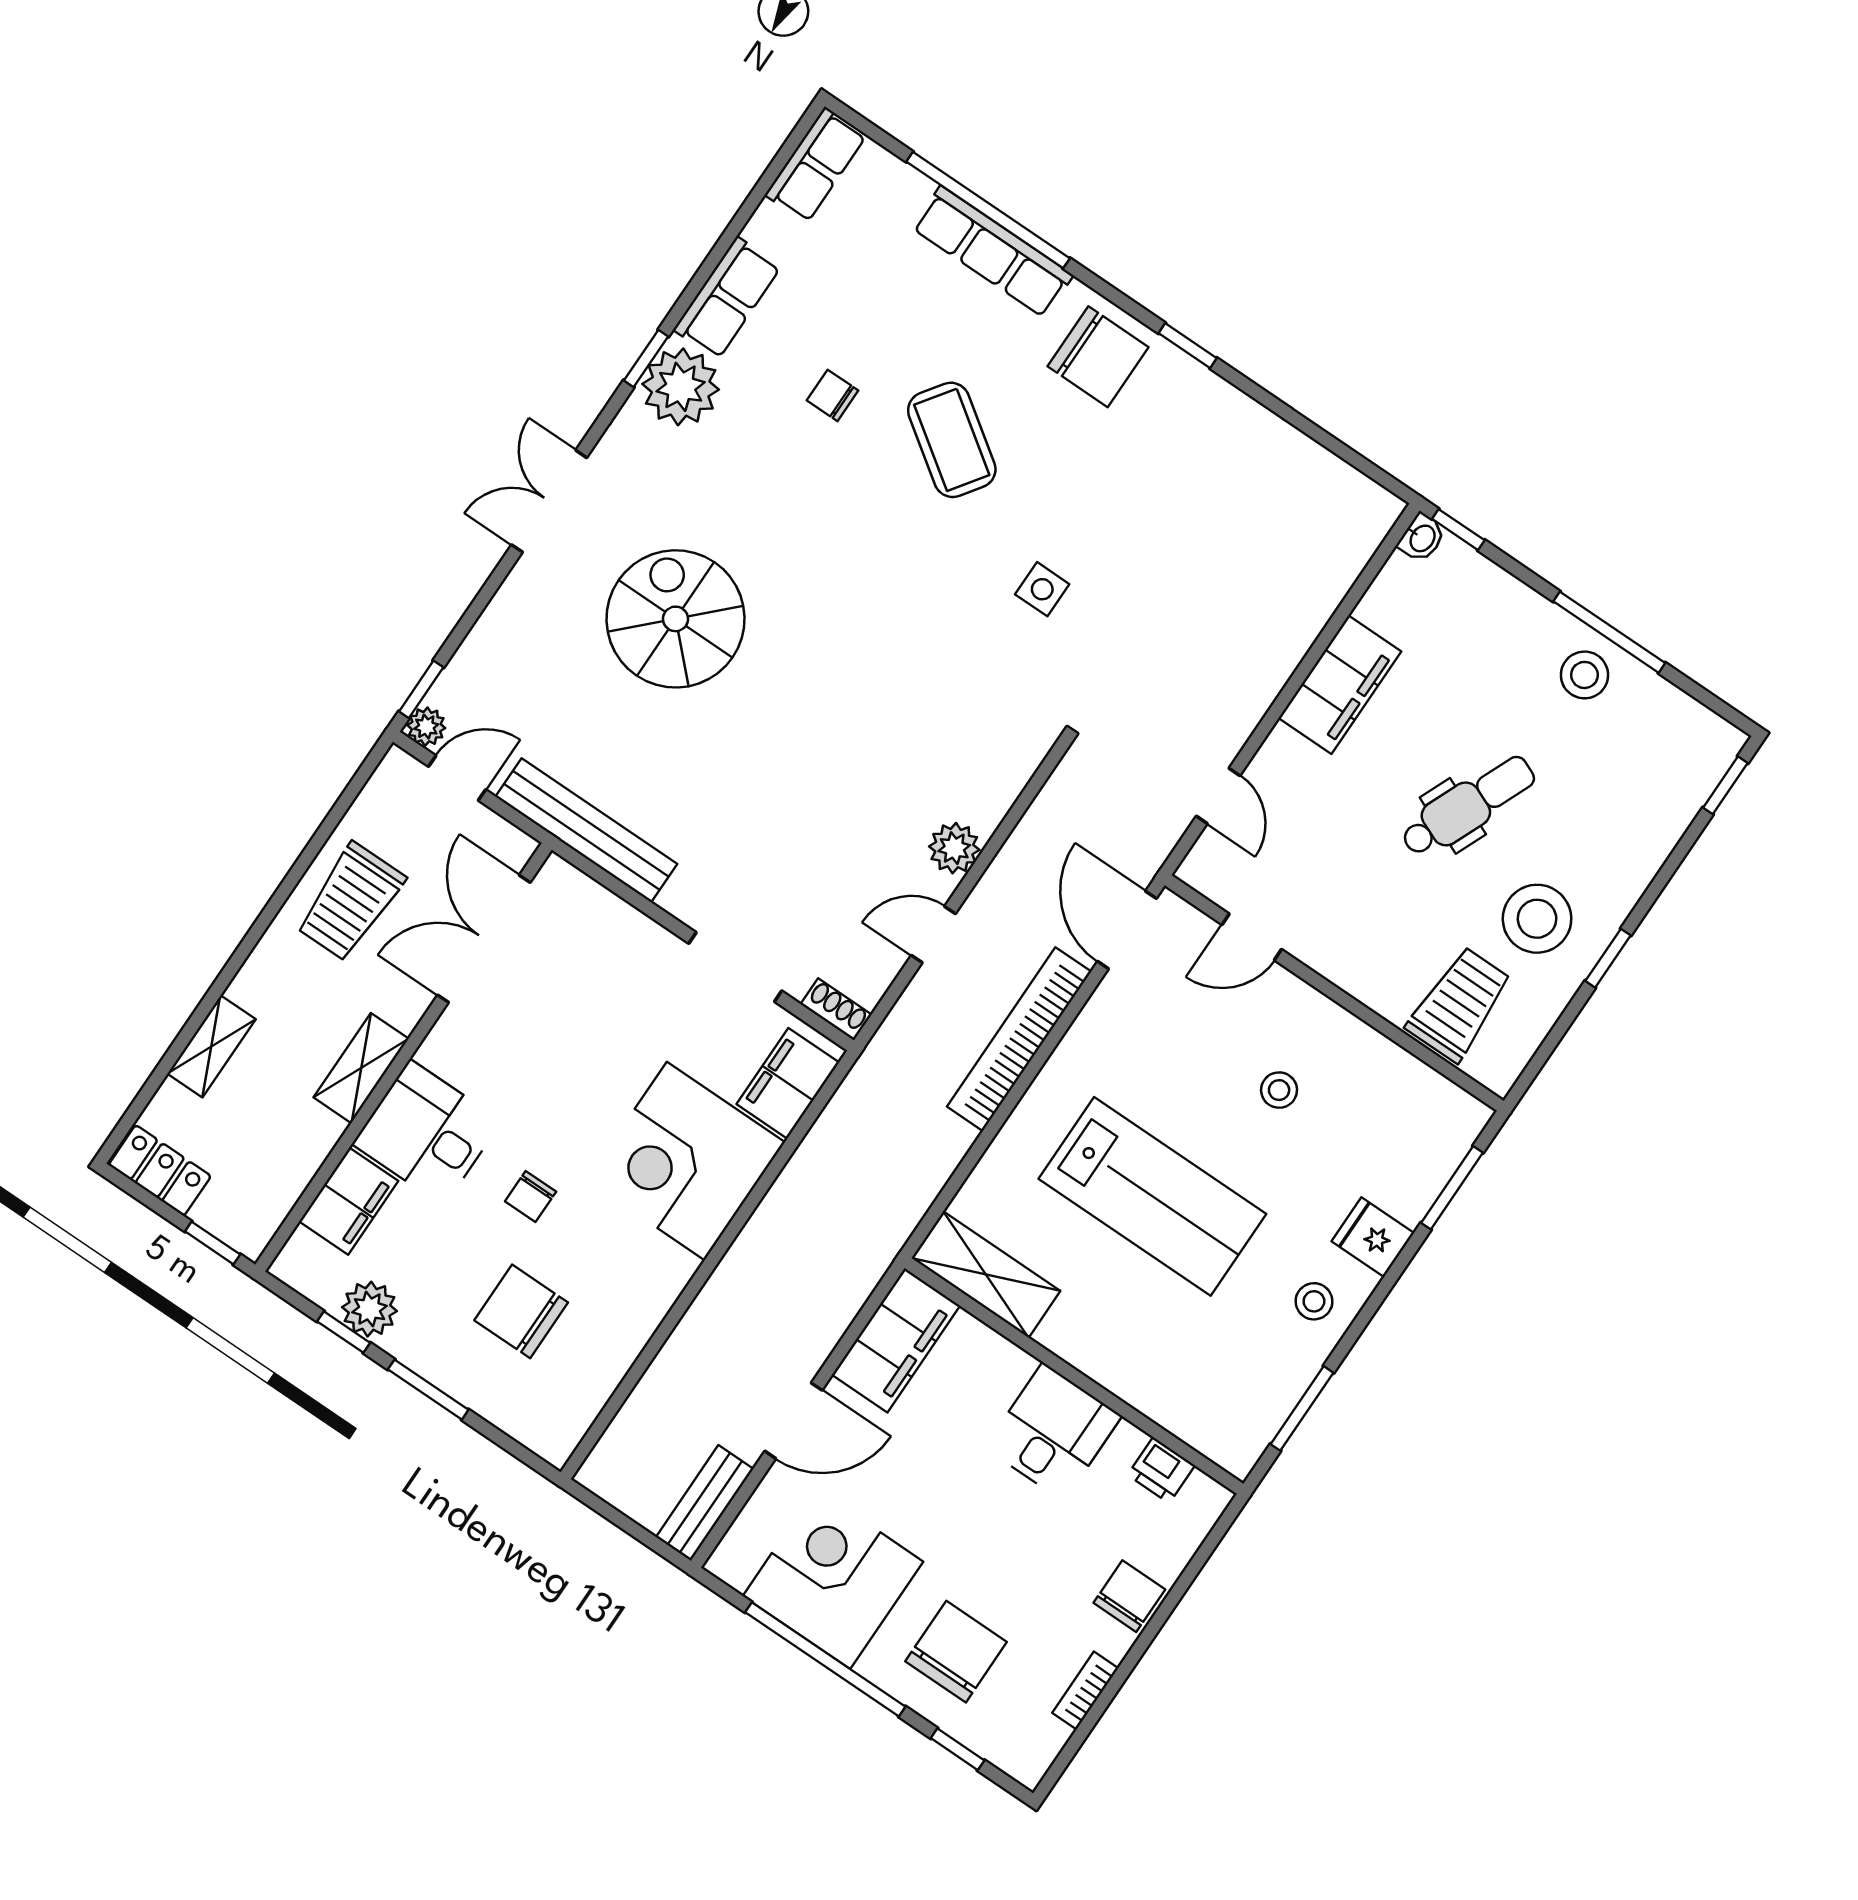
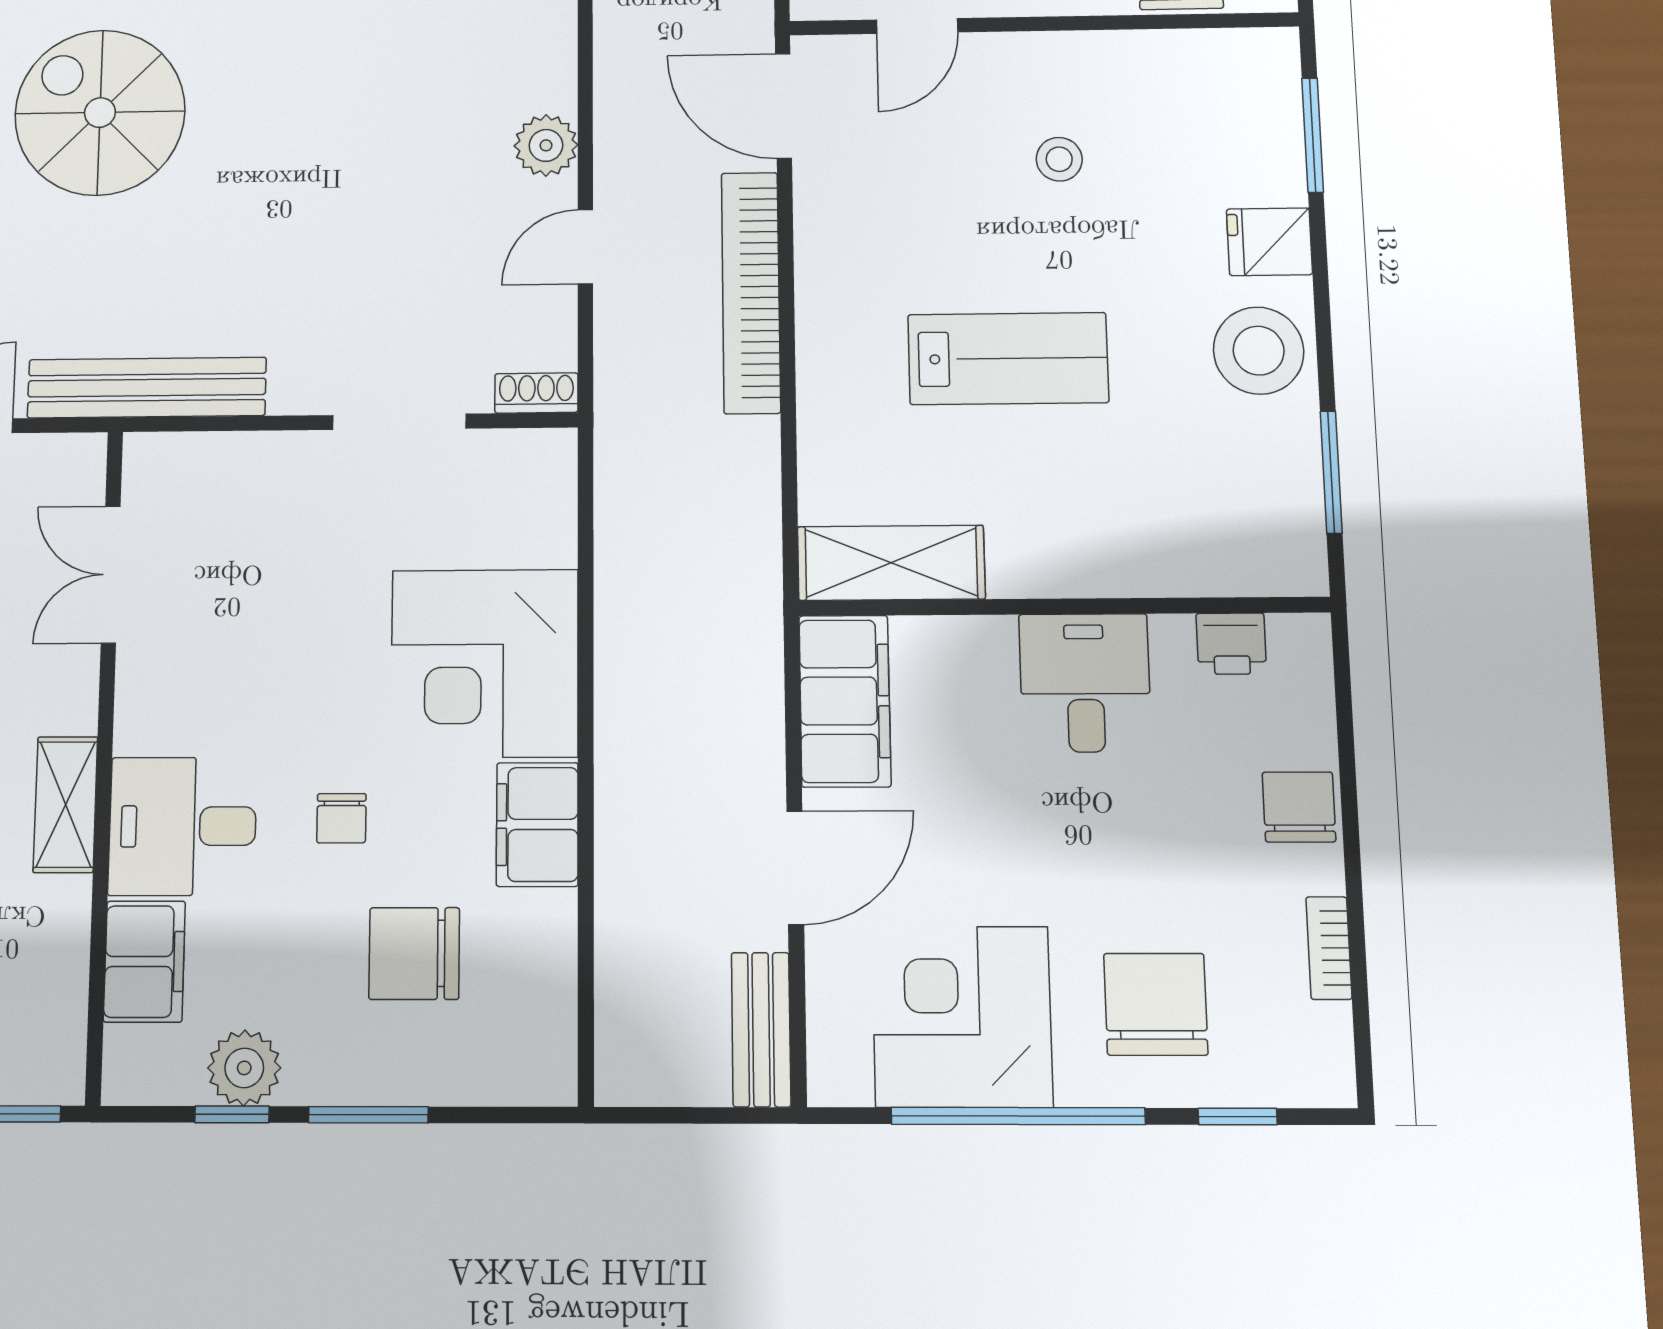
double door: (484, 939) -> (111, 575), width x0.73
filing cabinet: (788, 1083) -> (537, 824), moved
lab bench: (1152, 1196) -> (1008, 359), width x0.73, depth x0.72
stool: (1314, 1301) -> (1259, 351), width x1.89, depth x1.89

